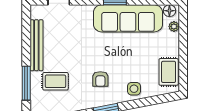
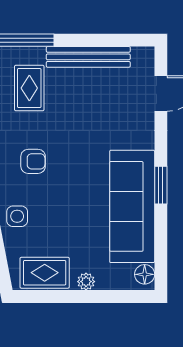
plant: (174, 26) -> (86, 282), moved
armchair: (100, 79) -> (33, 161), turned 180

